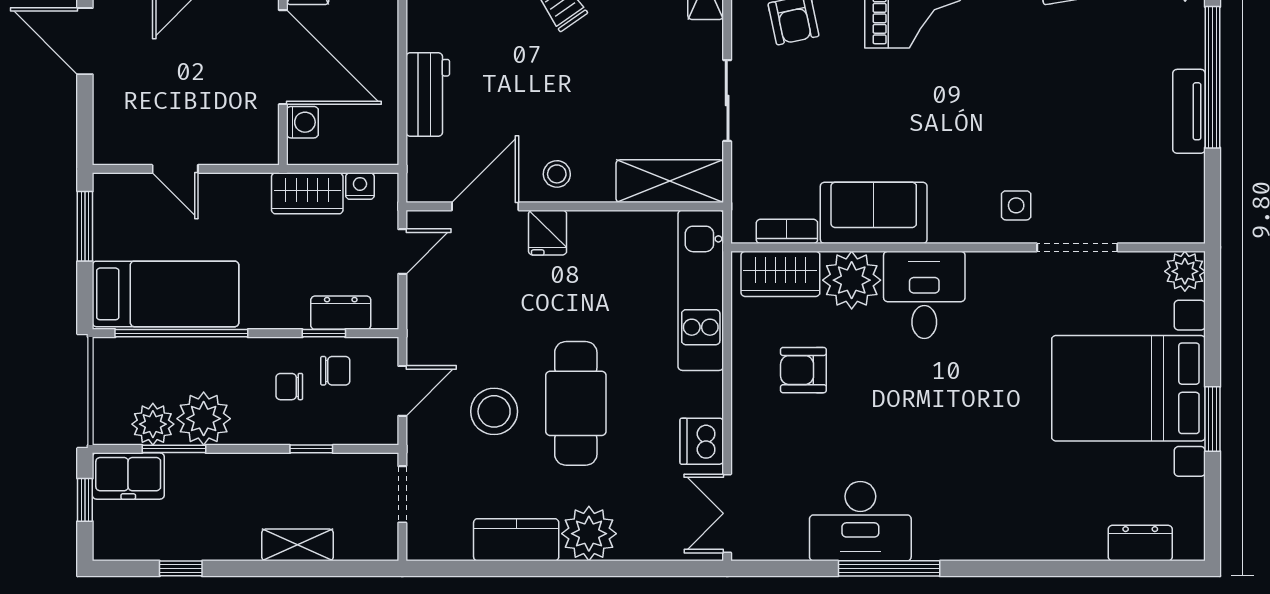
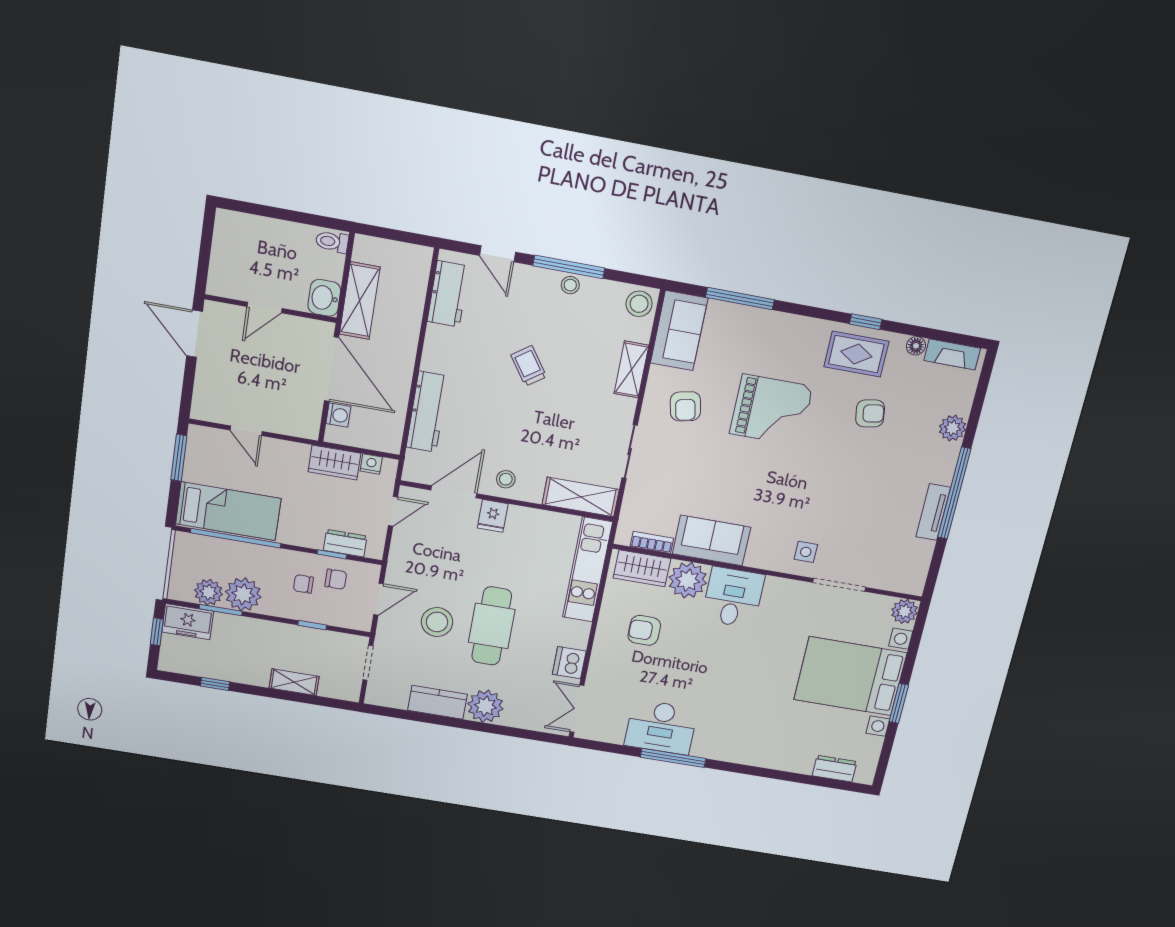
workbench: (428, 94) -> (427, 412), width x1.38

